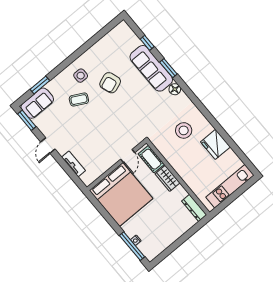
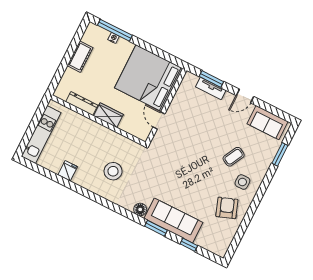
armchair: (110, 83) -> (227, 208), moved
sofa: (37, 103) -> (268, 123), moved, turned -90
window: (27, 120) -> (211, 79), moved
fridge: (215, 144) -> (68, 171), width x0.53, depth x0.75
door: (48, 146) -> (245, 96), swing flipped
cot: (151, 159) -> (80, 57), moved, turned 90
dresser: (194, 208) -> (82, 103), moved

